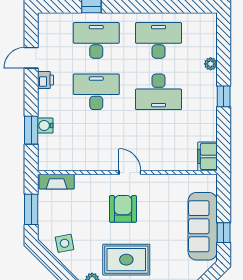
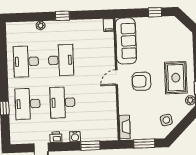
water cooler: (45, 126) -> (75, 137), moved
filing cabinet: (207, 156) -> (108, 25), width x0.50
sofa: (203, 226) -> (126, 41), moved, turned -90

